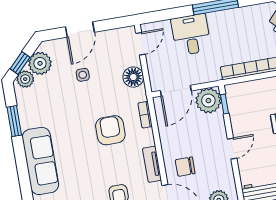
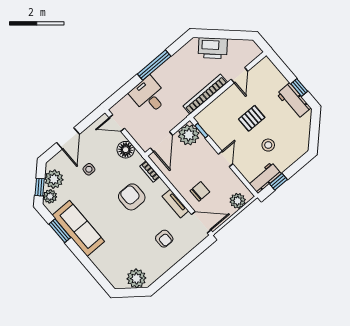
door: (140, 44) -> (117, 123), swing flipped
sofa: (40, 161) -> (78, 228), moved
chair: (185, 167) -> (200, 191), turned 180

